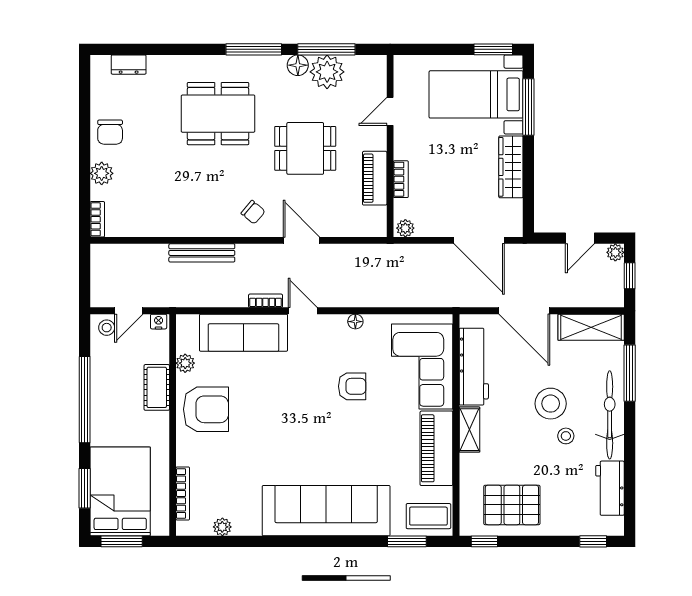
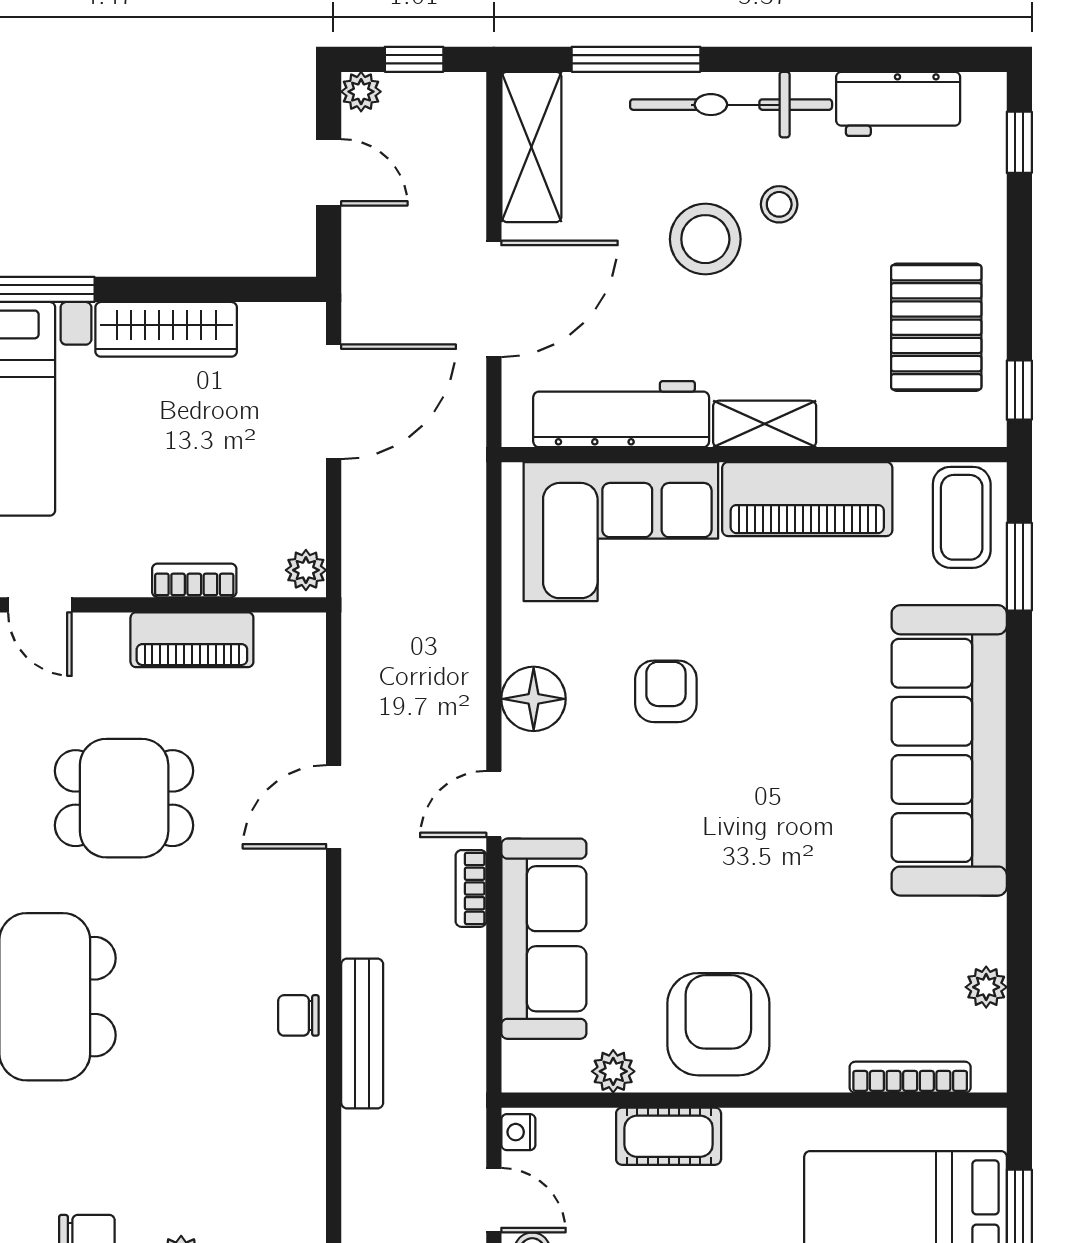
dining table: (305, 148) -> (124, 798), turned 90
chair: (253, 212) -> (298, 1015), moved, turned -130
floor lamp: (355, 322) -> (534, 699), width x1.89, depth x1.89

